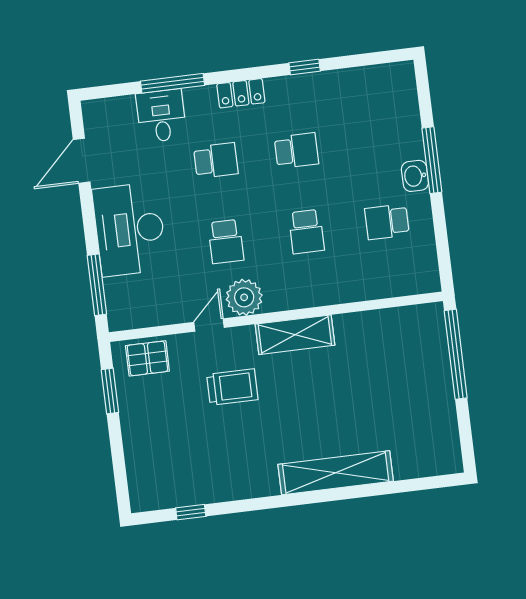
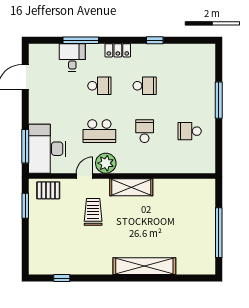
washbasin: (415, 176) -> (208, 108), removed
desk: (130, 229) -> (47, 149), moved
school desk: (306, 232) -> (145, 131), turned 180
school desk: (226, 242) -> (99, 131), width x1.85
window: (456, 354) -> (219, 233), moved
trolley: (232, 387) -> (93, 212), turned -90

